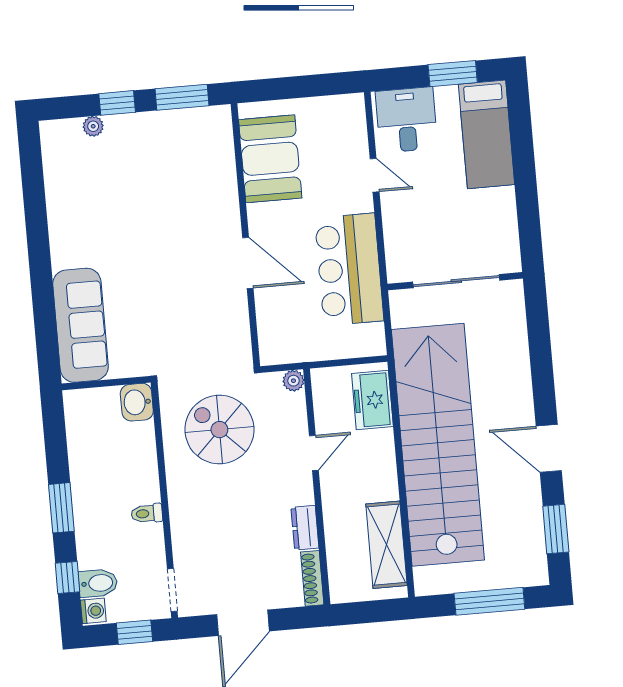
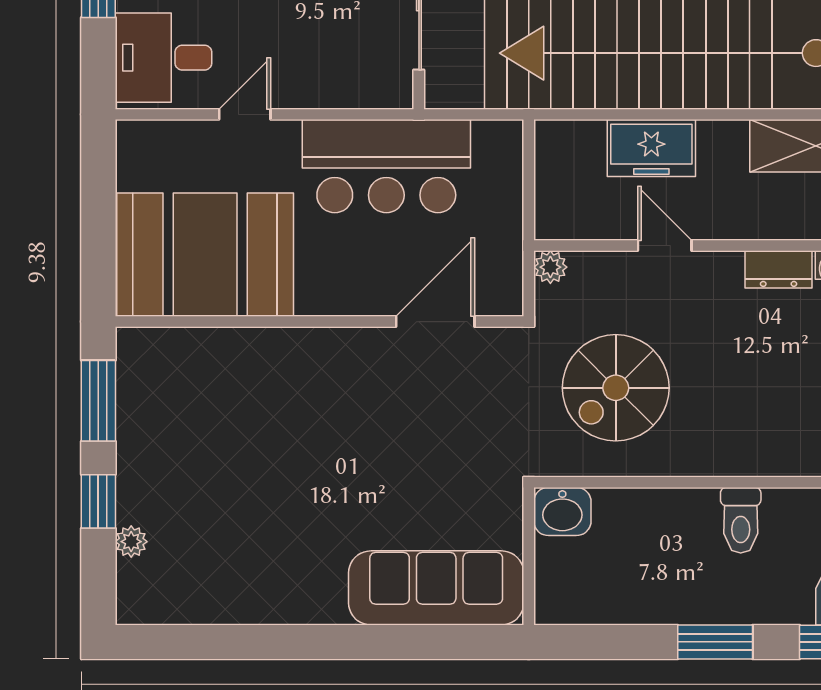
booth: (270, 159) -> (205, 255), width x1.36, depth x1.42
door: (248, 263) -> (435, 322), moved
freezer: (372, 400) -> (651, 148), moved
toilet: (147, 513) -> (741, 520), width x1.37, depth x1.39

